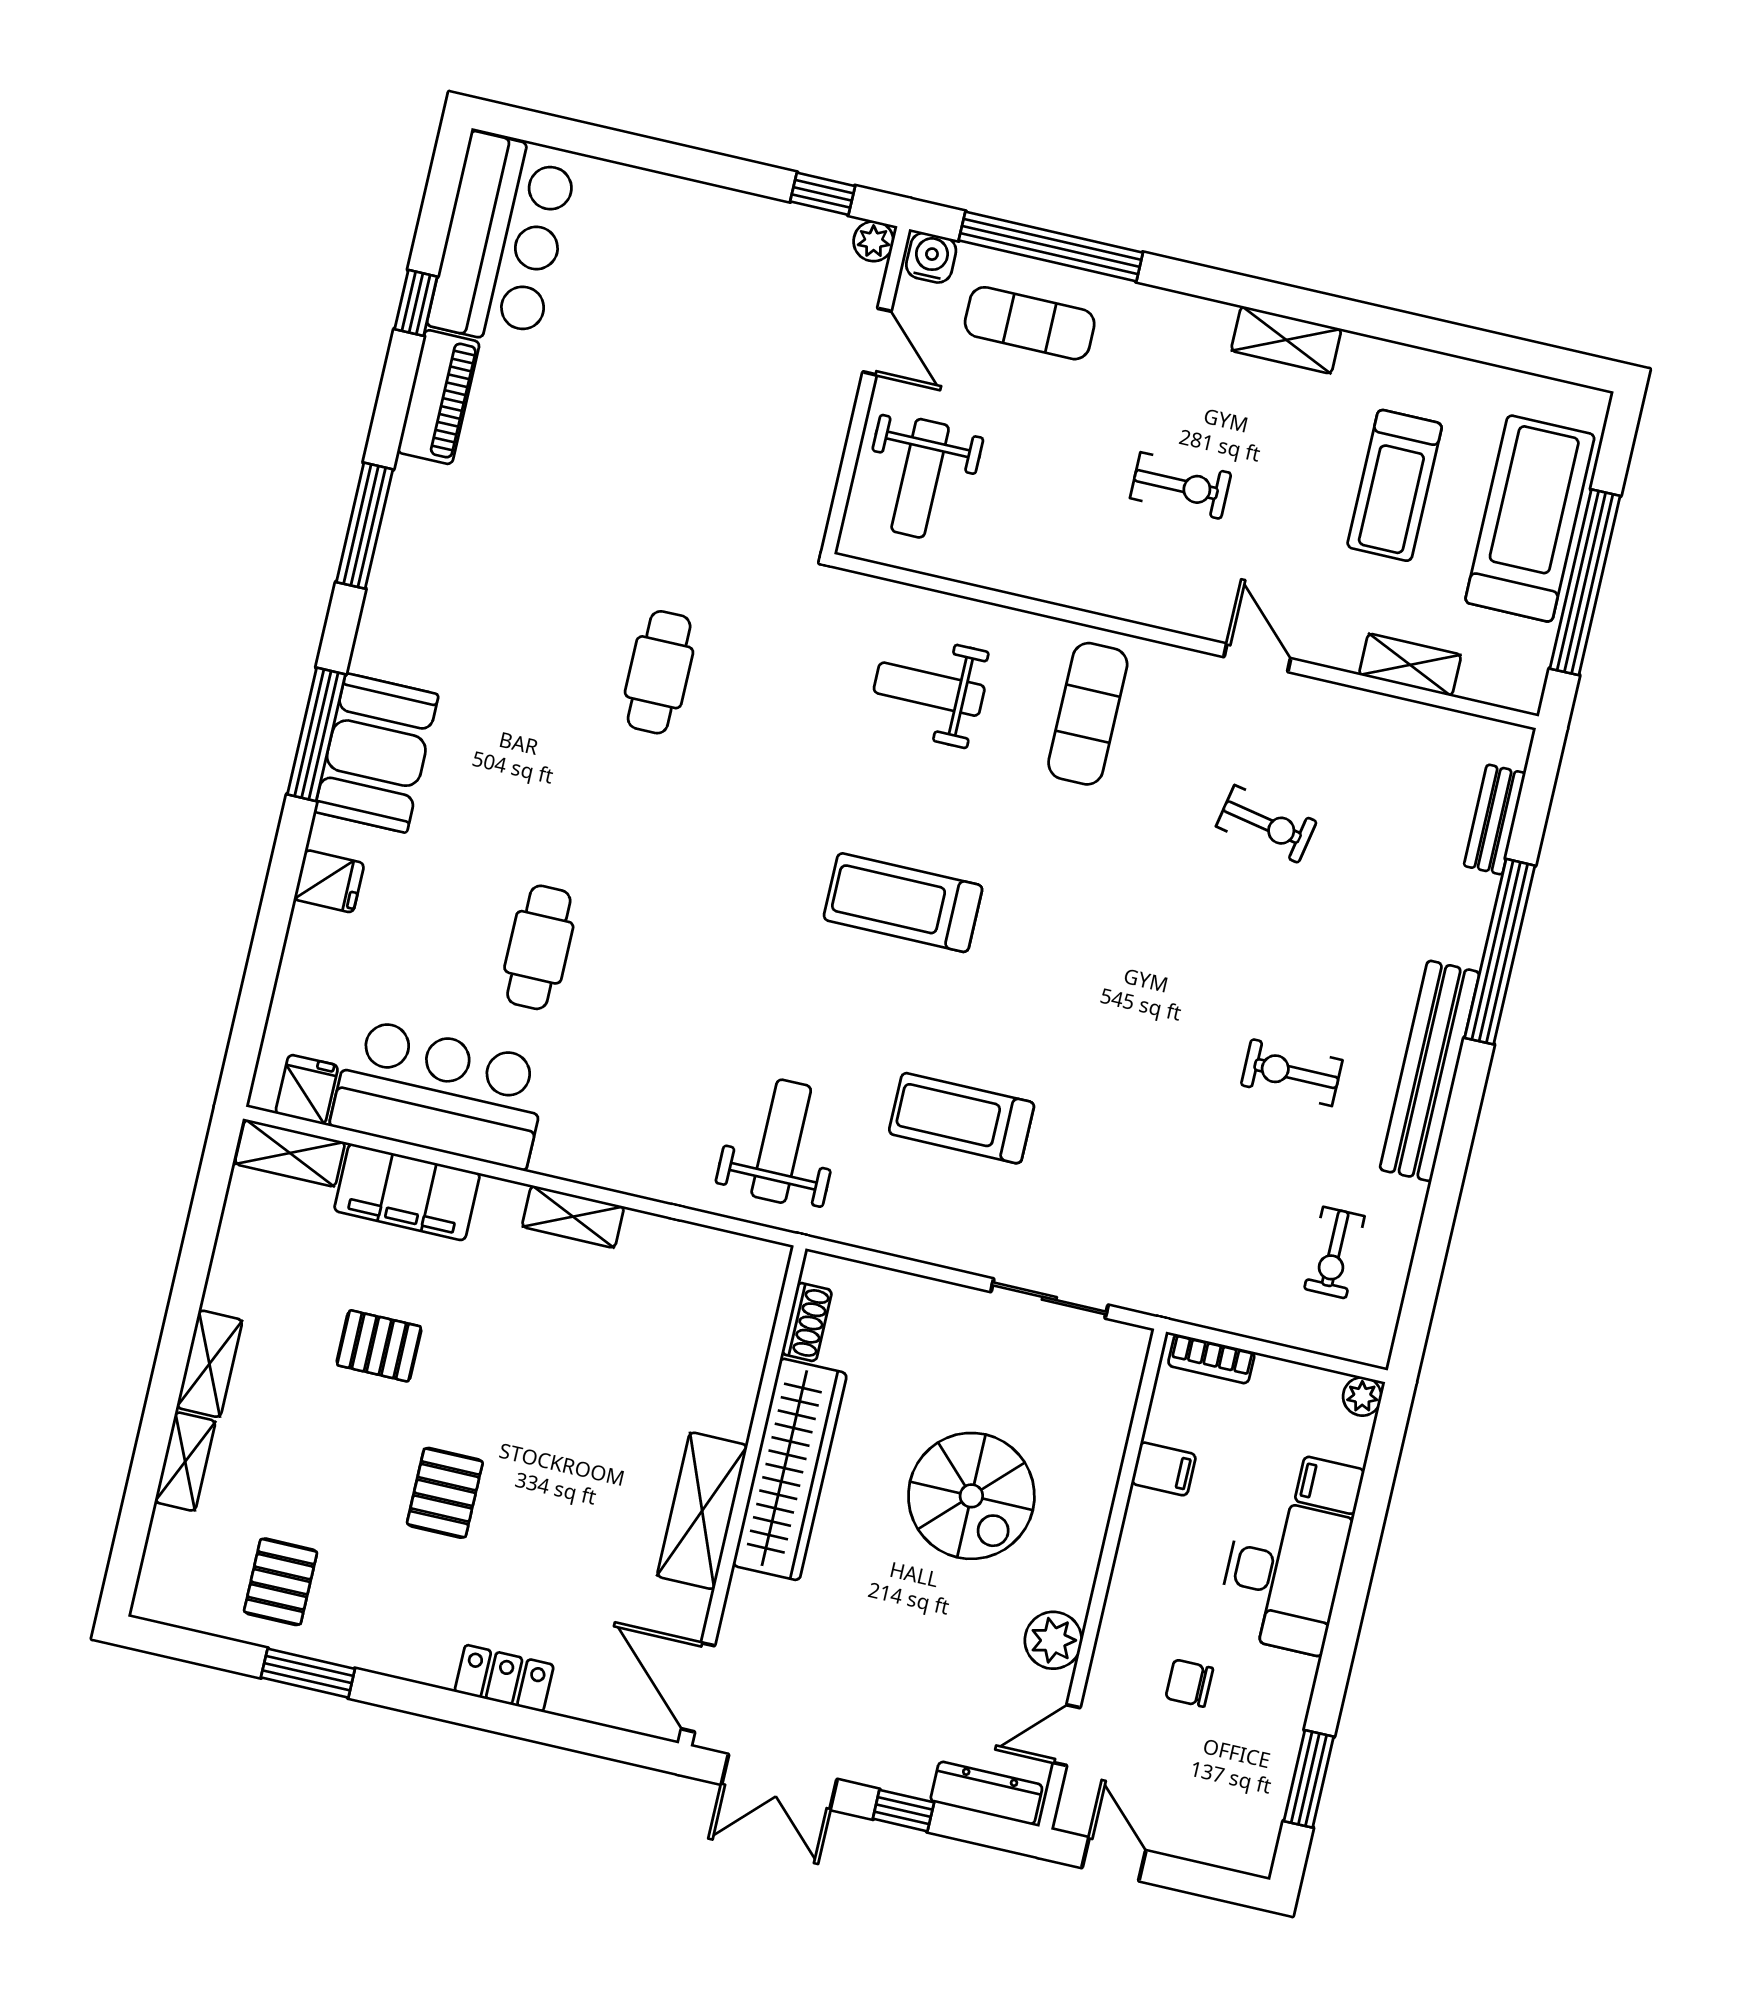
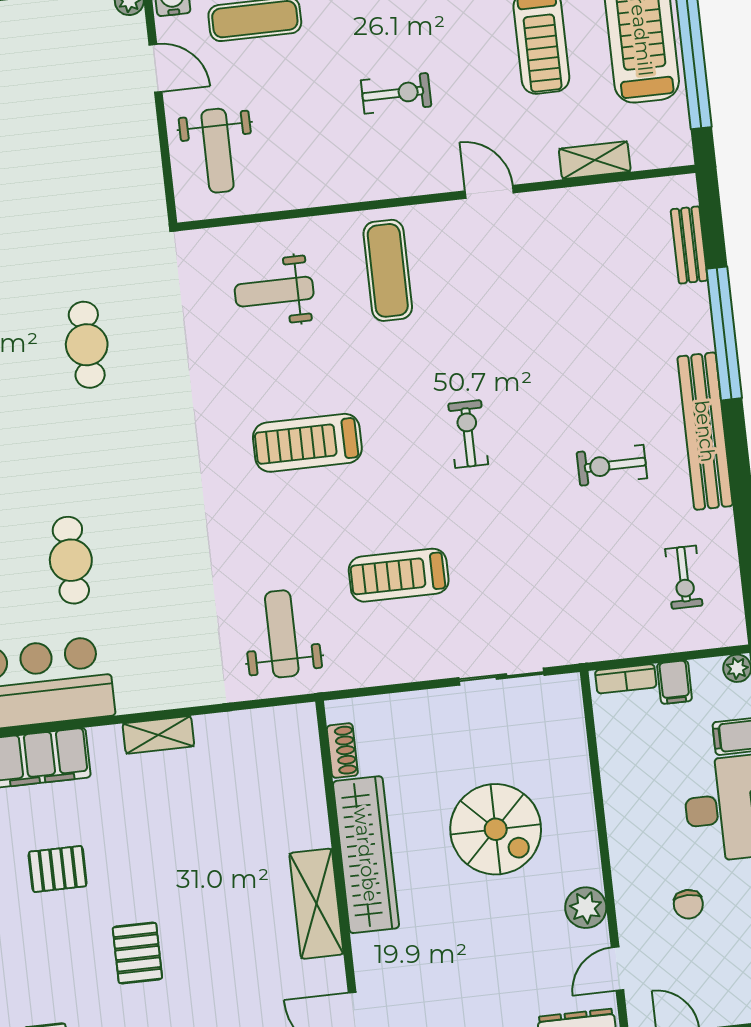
exercise bike: (1266, 824) -> (468, 434), moved, turned -101
filing cabinet: (1164, 1469) -> (674, 682), moved, turned 90
chair: (1189, 1683) -> (688, 904), turned -90

